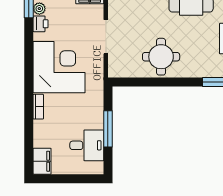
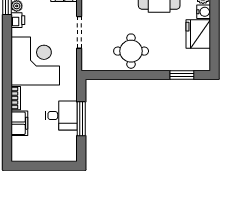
desk: (87, 145) -> (61, 116), moved
filing cabinet: (42, 161) -> (19, 123), moved

